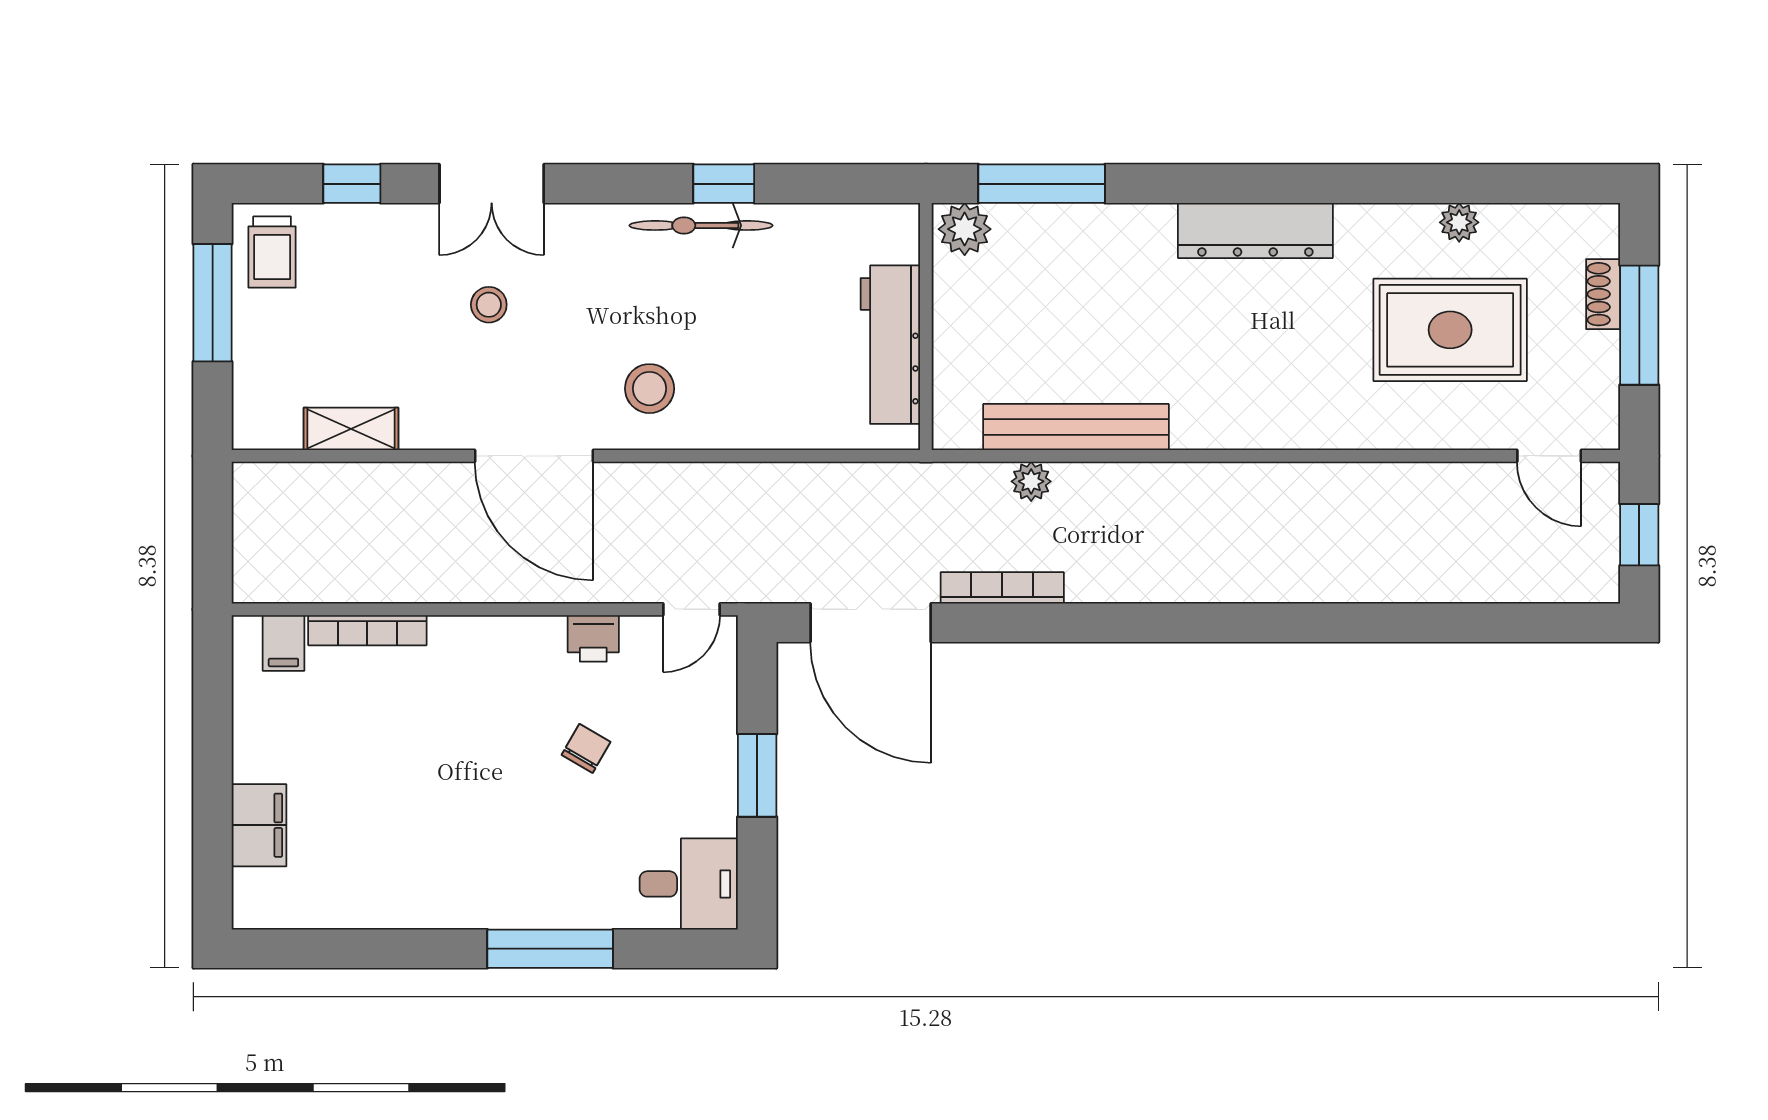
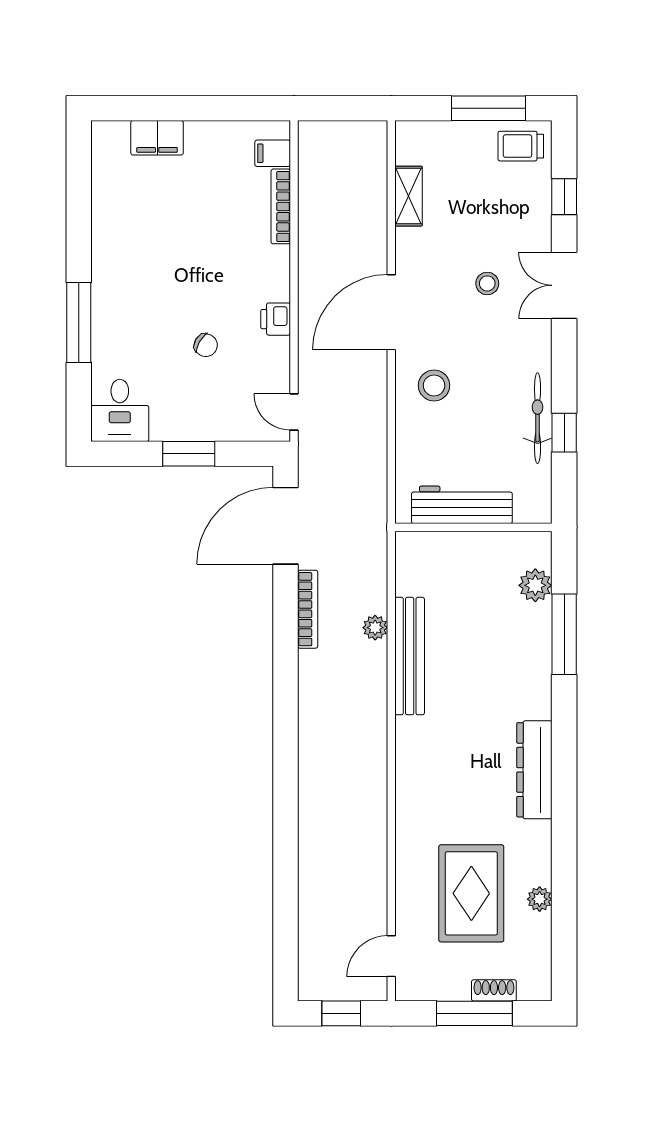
wall: (926, 326) -> (473, 527), moved
workbench: (890, 345) -> (462, 505), moved
printer: (593, 638) -> (276, 319), moved

